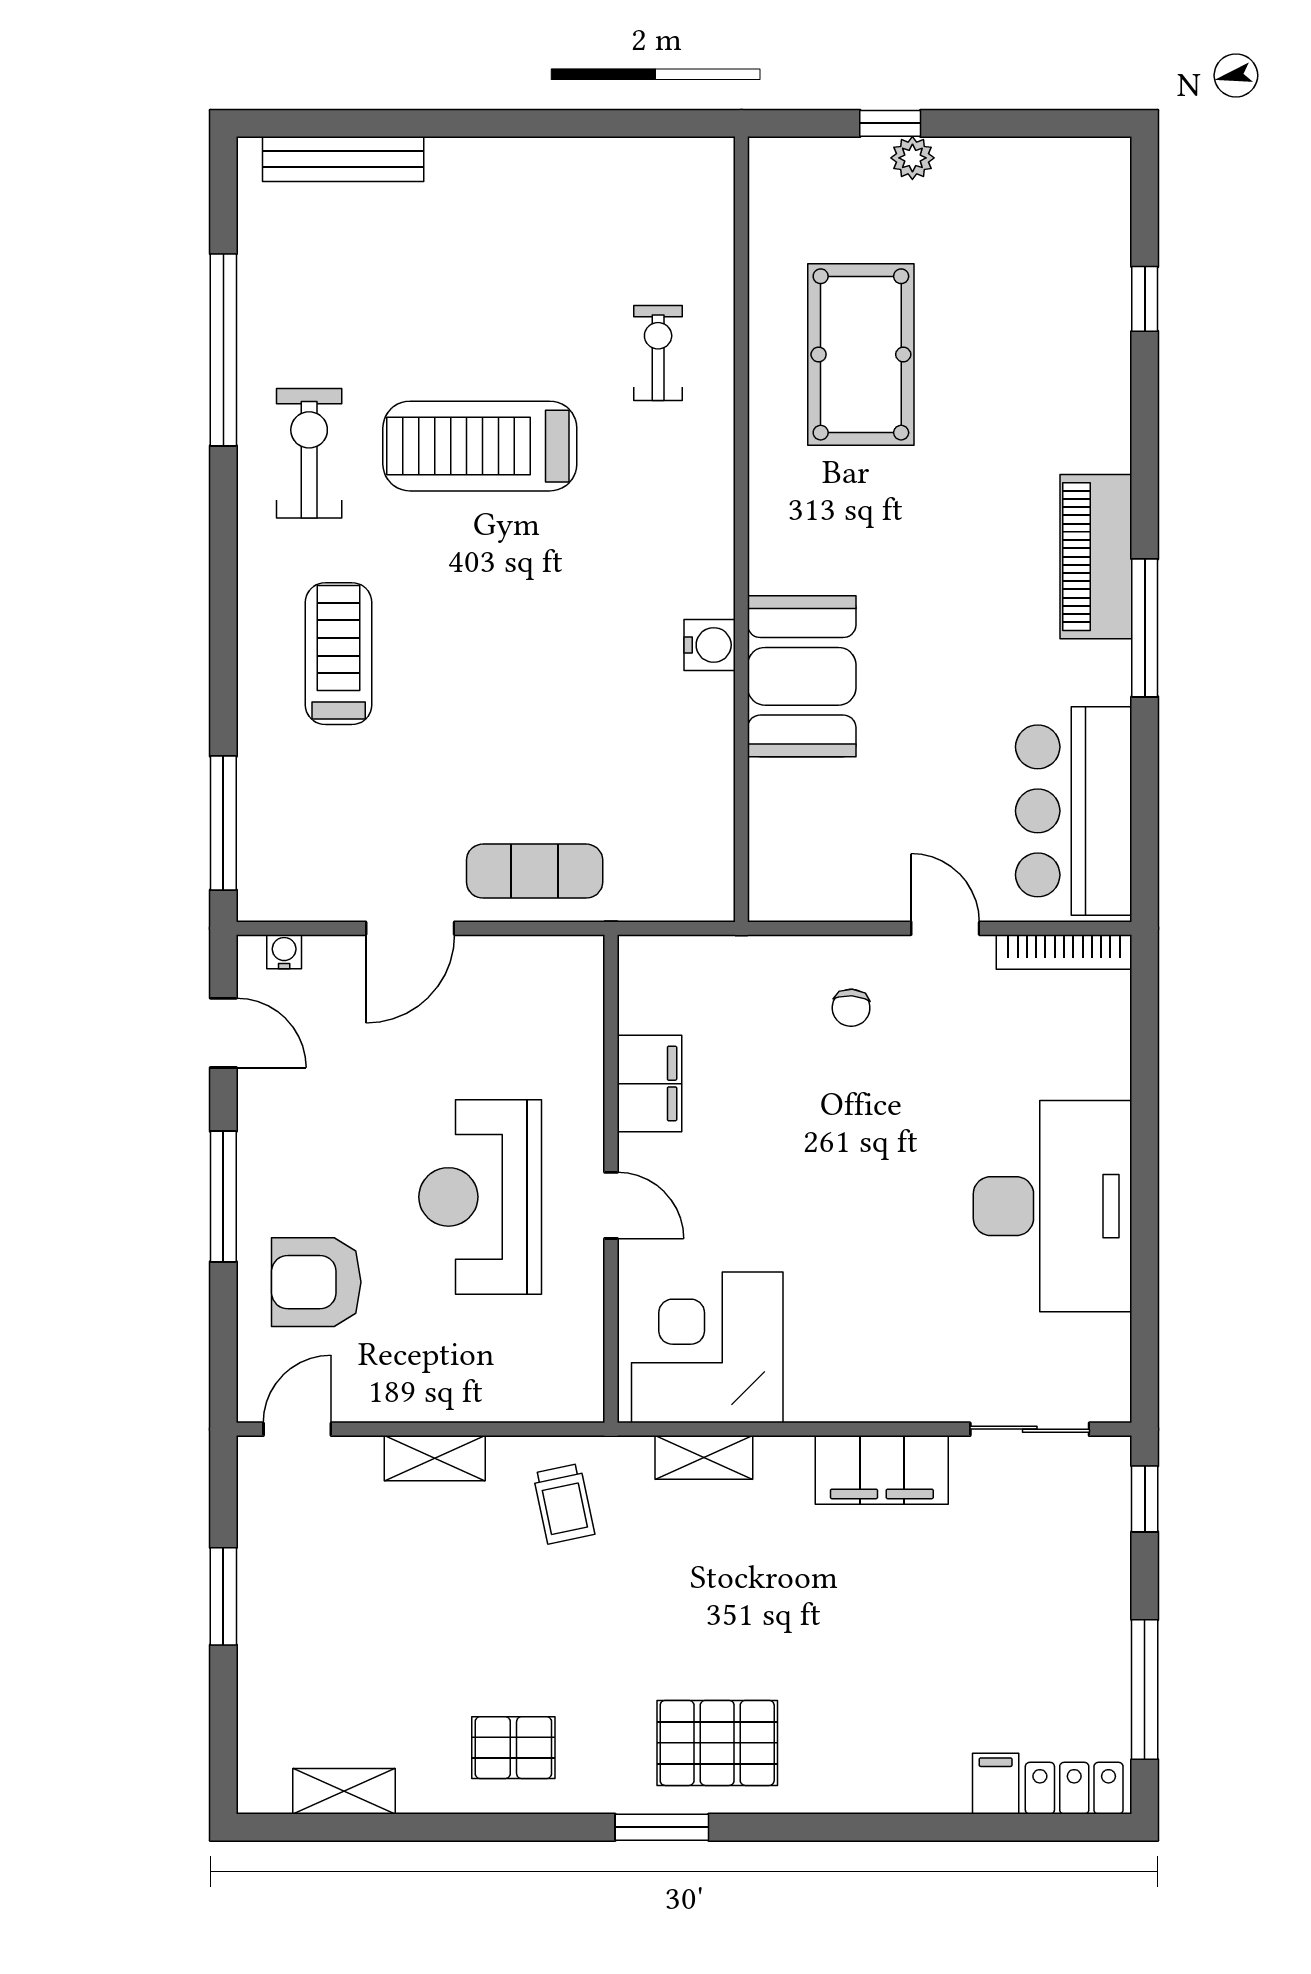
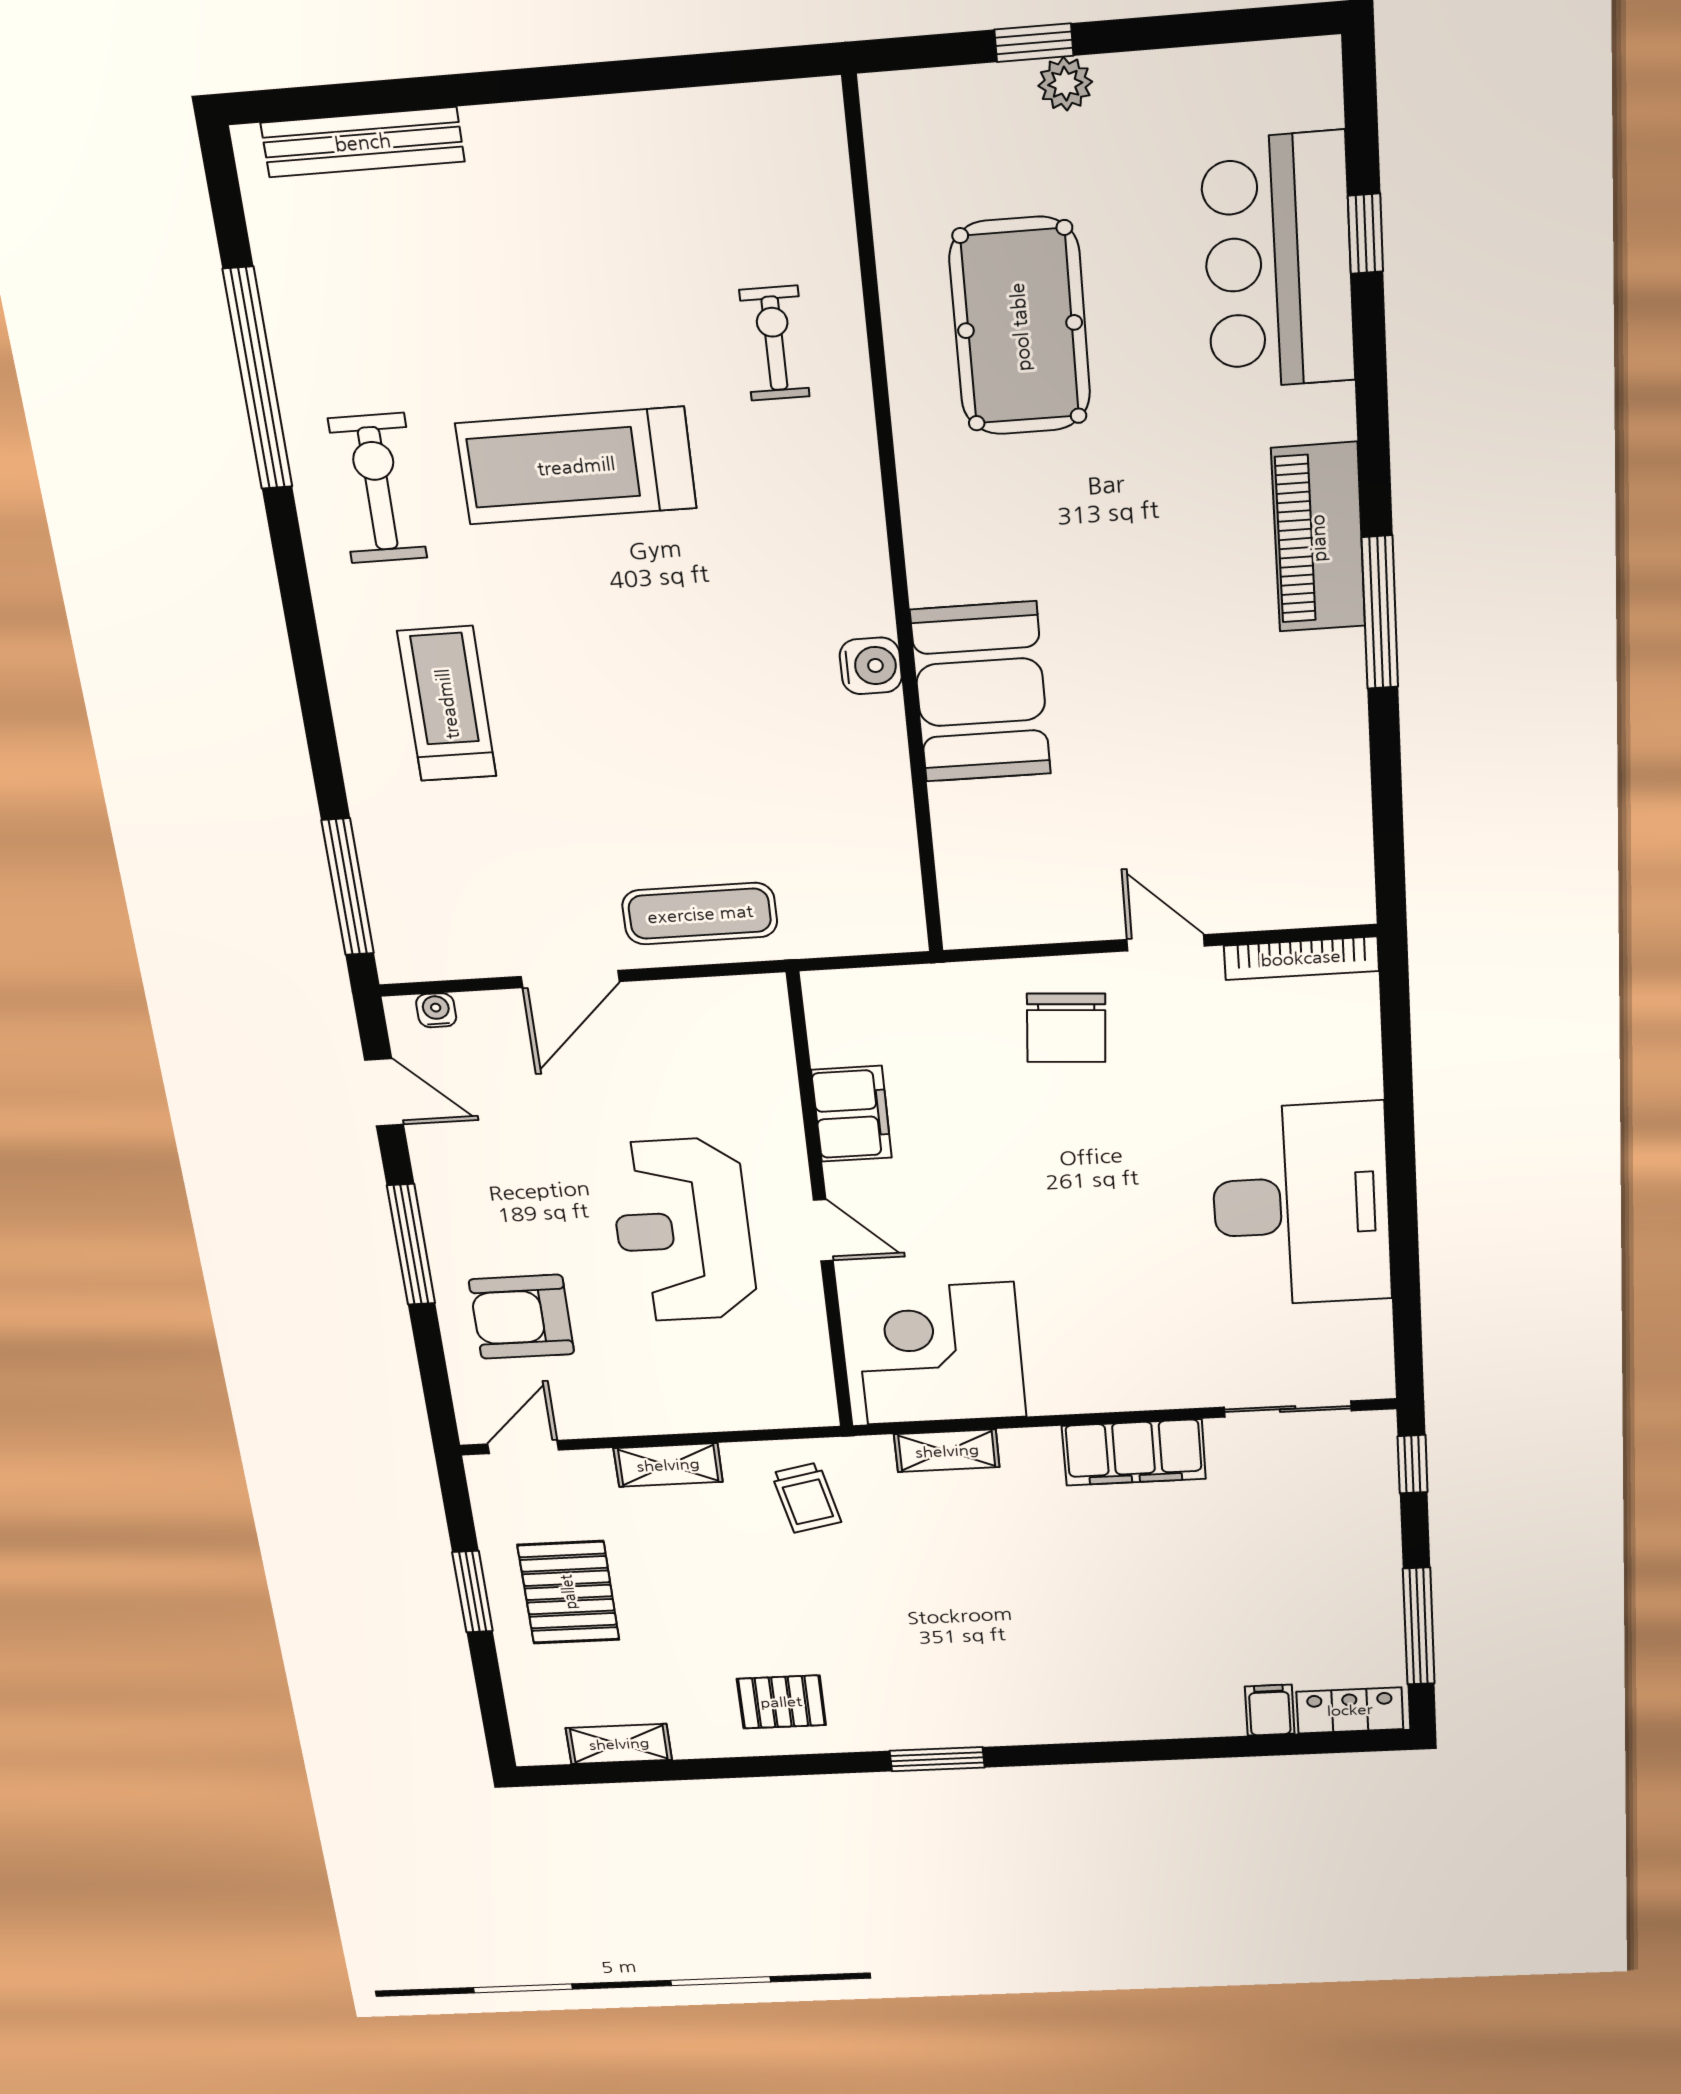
bar counter: (1074, 811) -> (1278, 262), moved
chair: (851, 1008) -> (1066, 1028), width x1.87, depth x1.87
pallet: (717, 1743) -> (568, 1592), moved, turned 90

